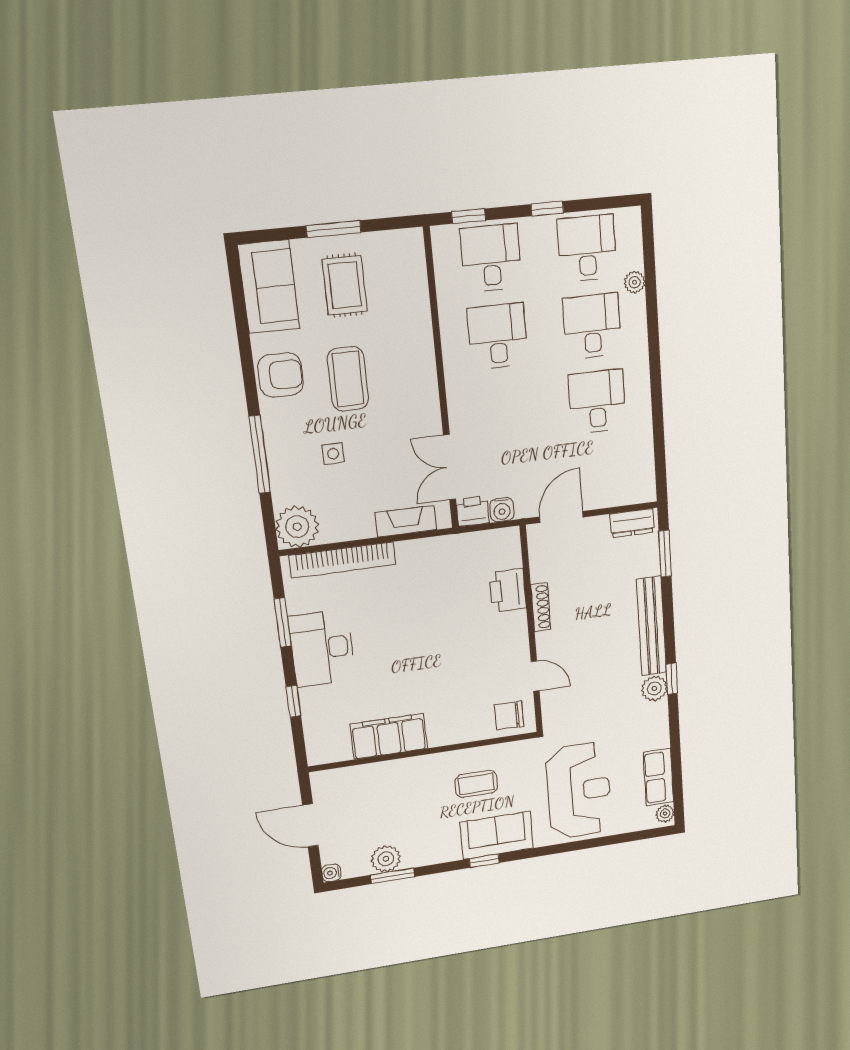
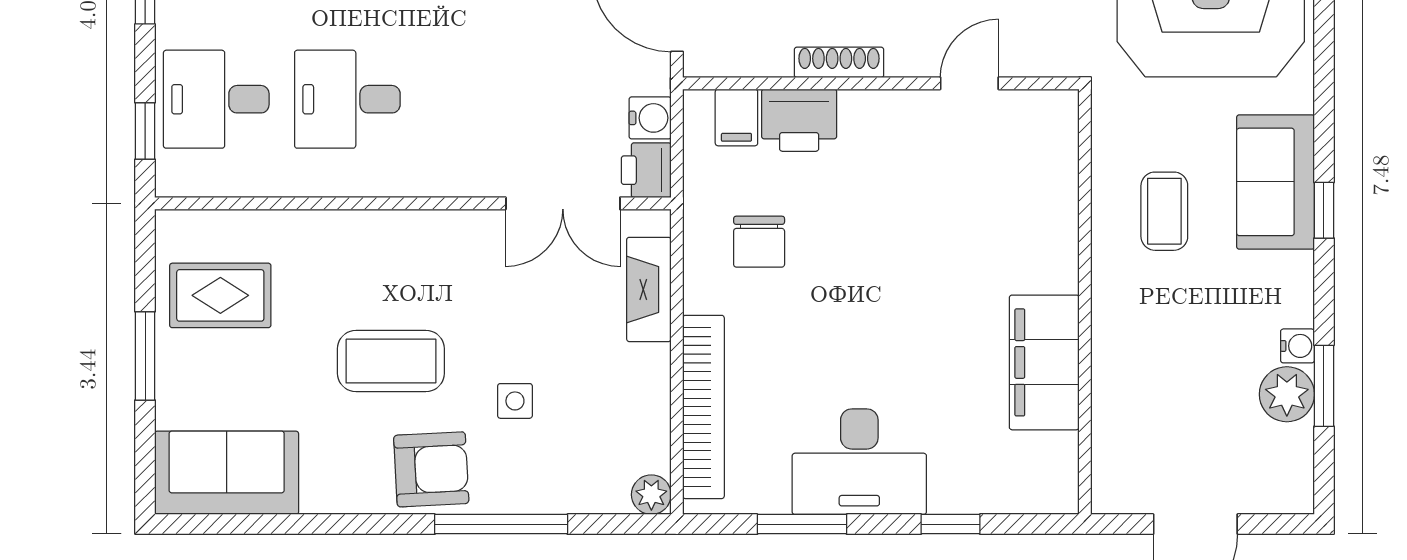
rug: (345, 285) -> (220, 295), moved
armchair: (280, 375) -> (431, 469), moved, turned 87
plant: (297, 527) -> (651, 495), width x0.53, depth x0.53
filing cabinet: (506, 557) -> (736, 117), added
chair: (509, 716) -> (759, 242), moved
water cooler: (331, 873) -> (1297, 346), moved, turned -90

